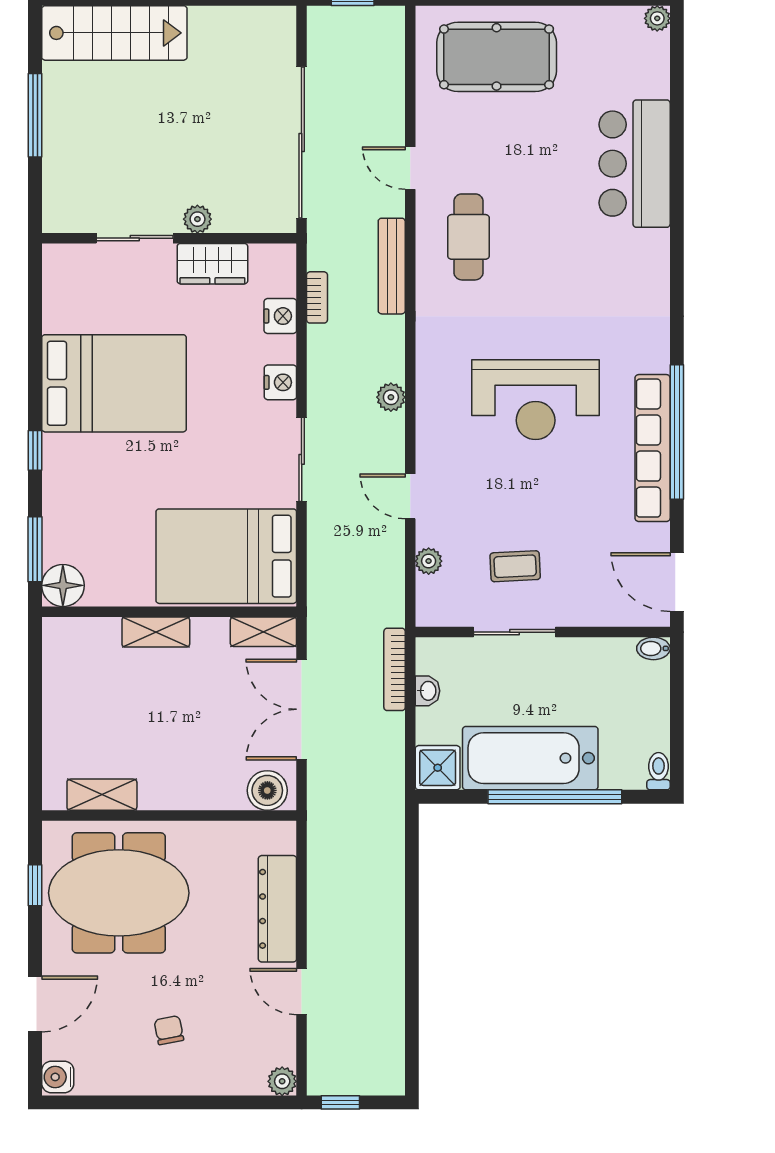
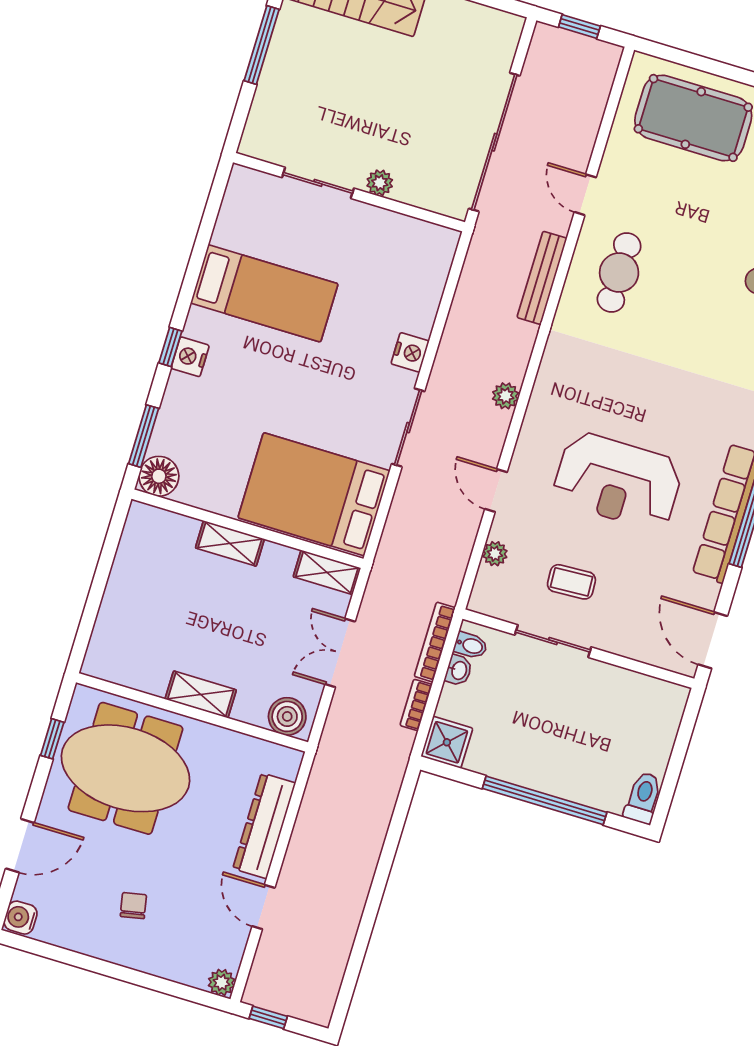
wardrobe: (212, 264) -> (381, 227), removed
bookcase: (317, 297) -> (416, 705), moved, turned 180
nightstand: (280, 316) -> (190, 357), moved, turned 180
bed: (114, 383) -> (264, 293), width x0.67
reception desk: (536, 400) -> (618, 481), moved
bidet: (653, 648) -> (471, 645), moved, turned 180
double door: (302, 709) -> (340, 653), width x0.73
bathtub: (530, 758) -> (533, 759), removed
toilet: (659, 771) -> (643, 798), width x1.37, depth x1.39
shelving: (102, 795) -> (201, 694), moved

